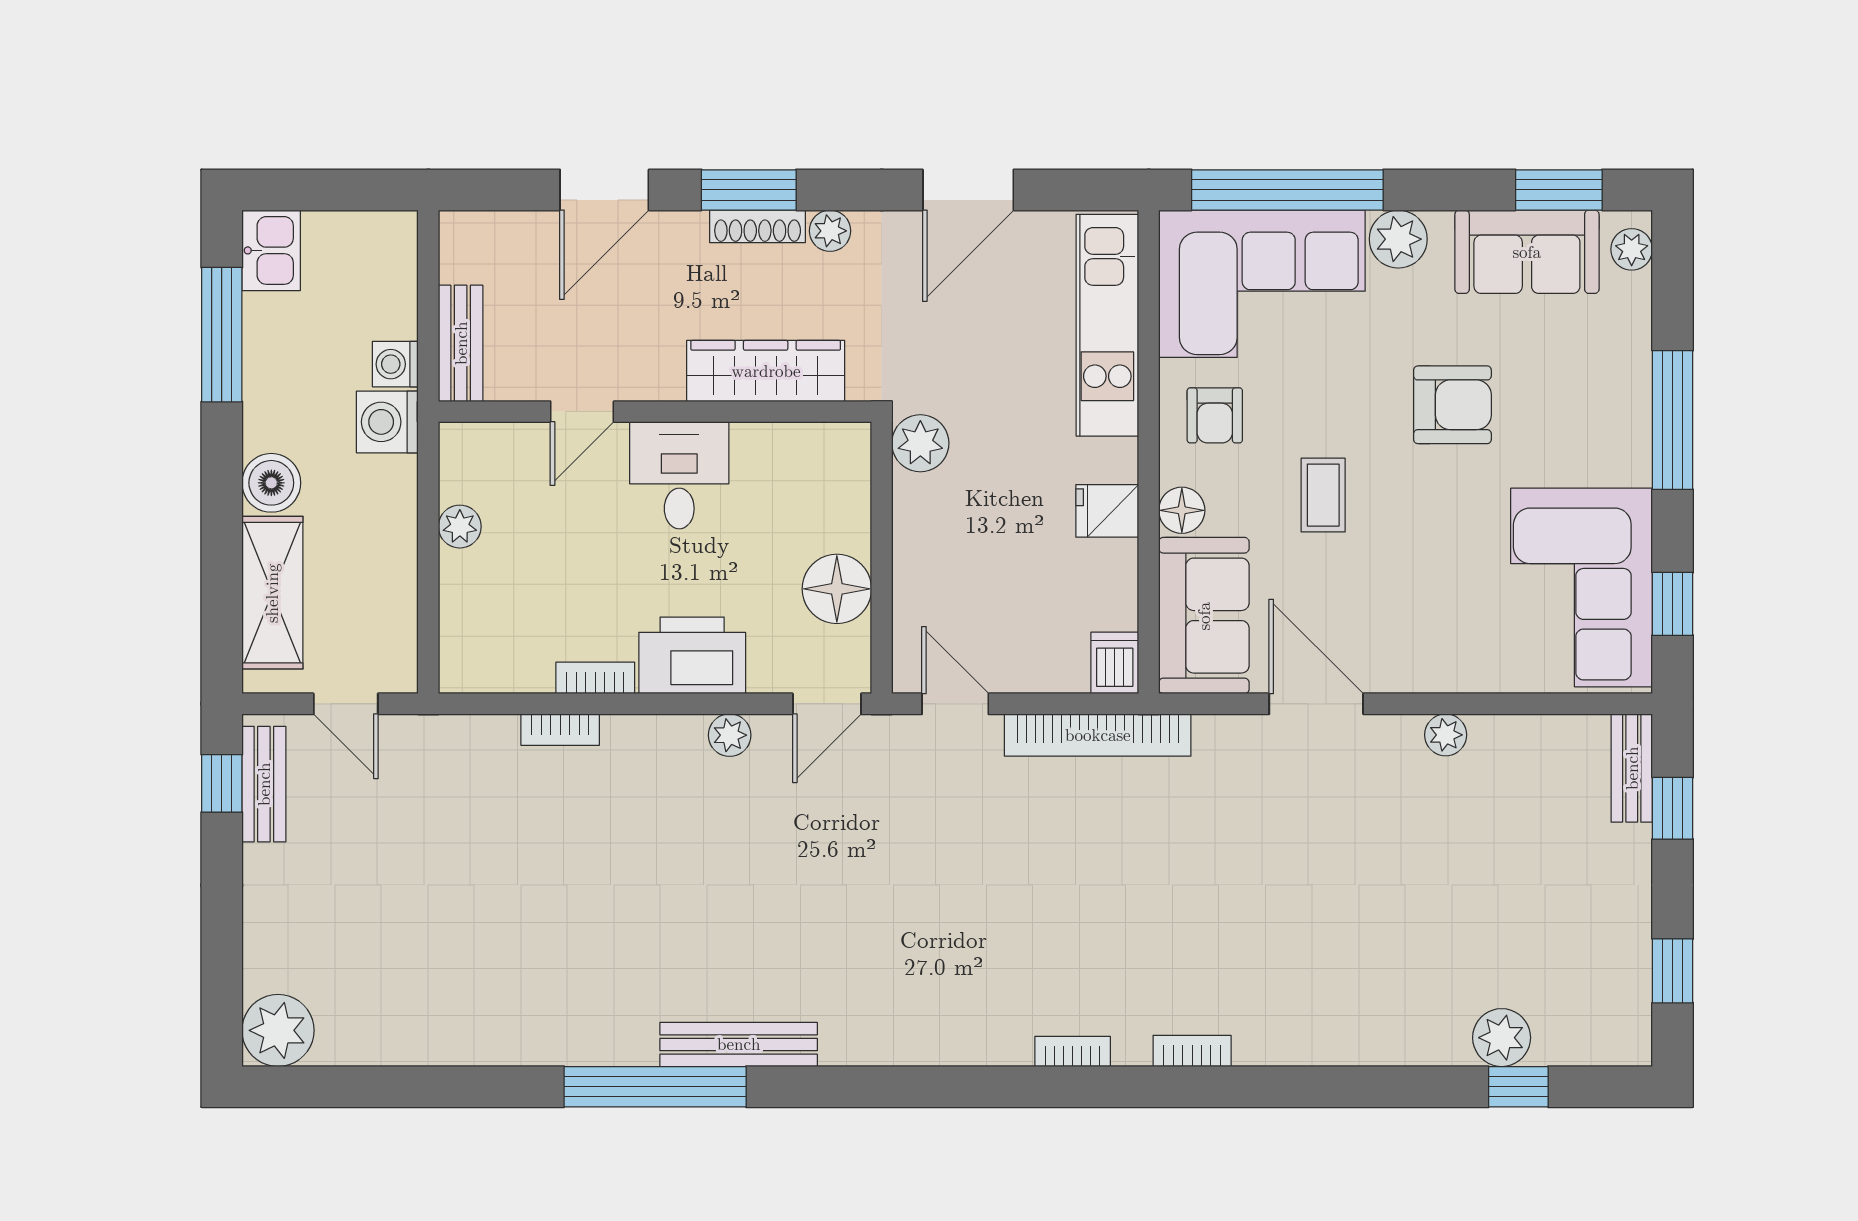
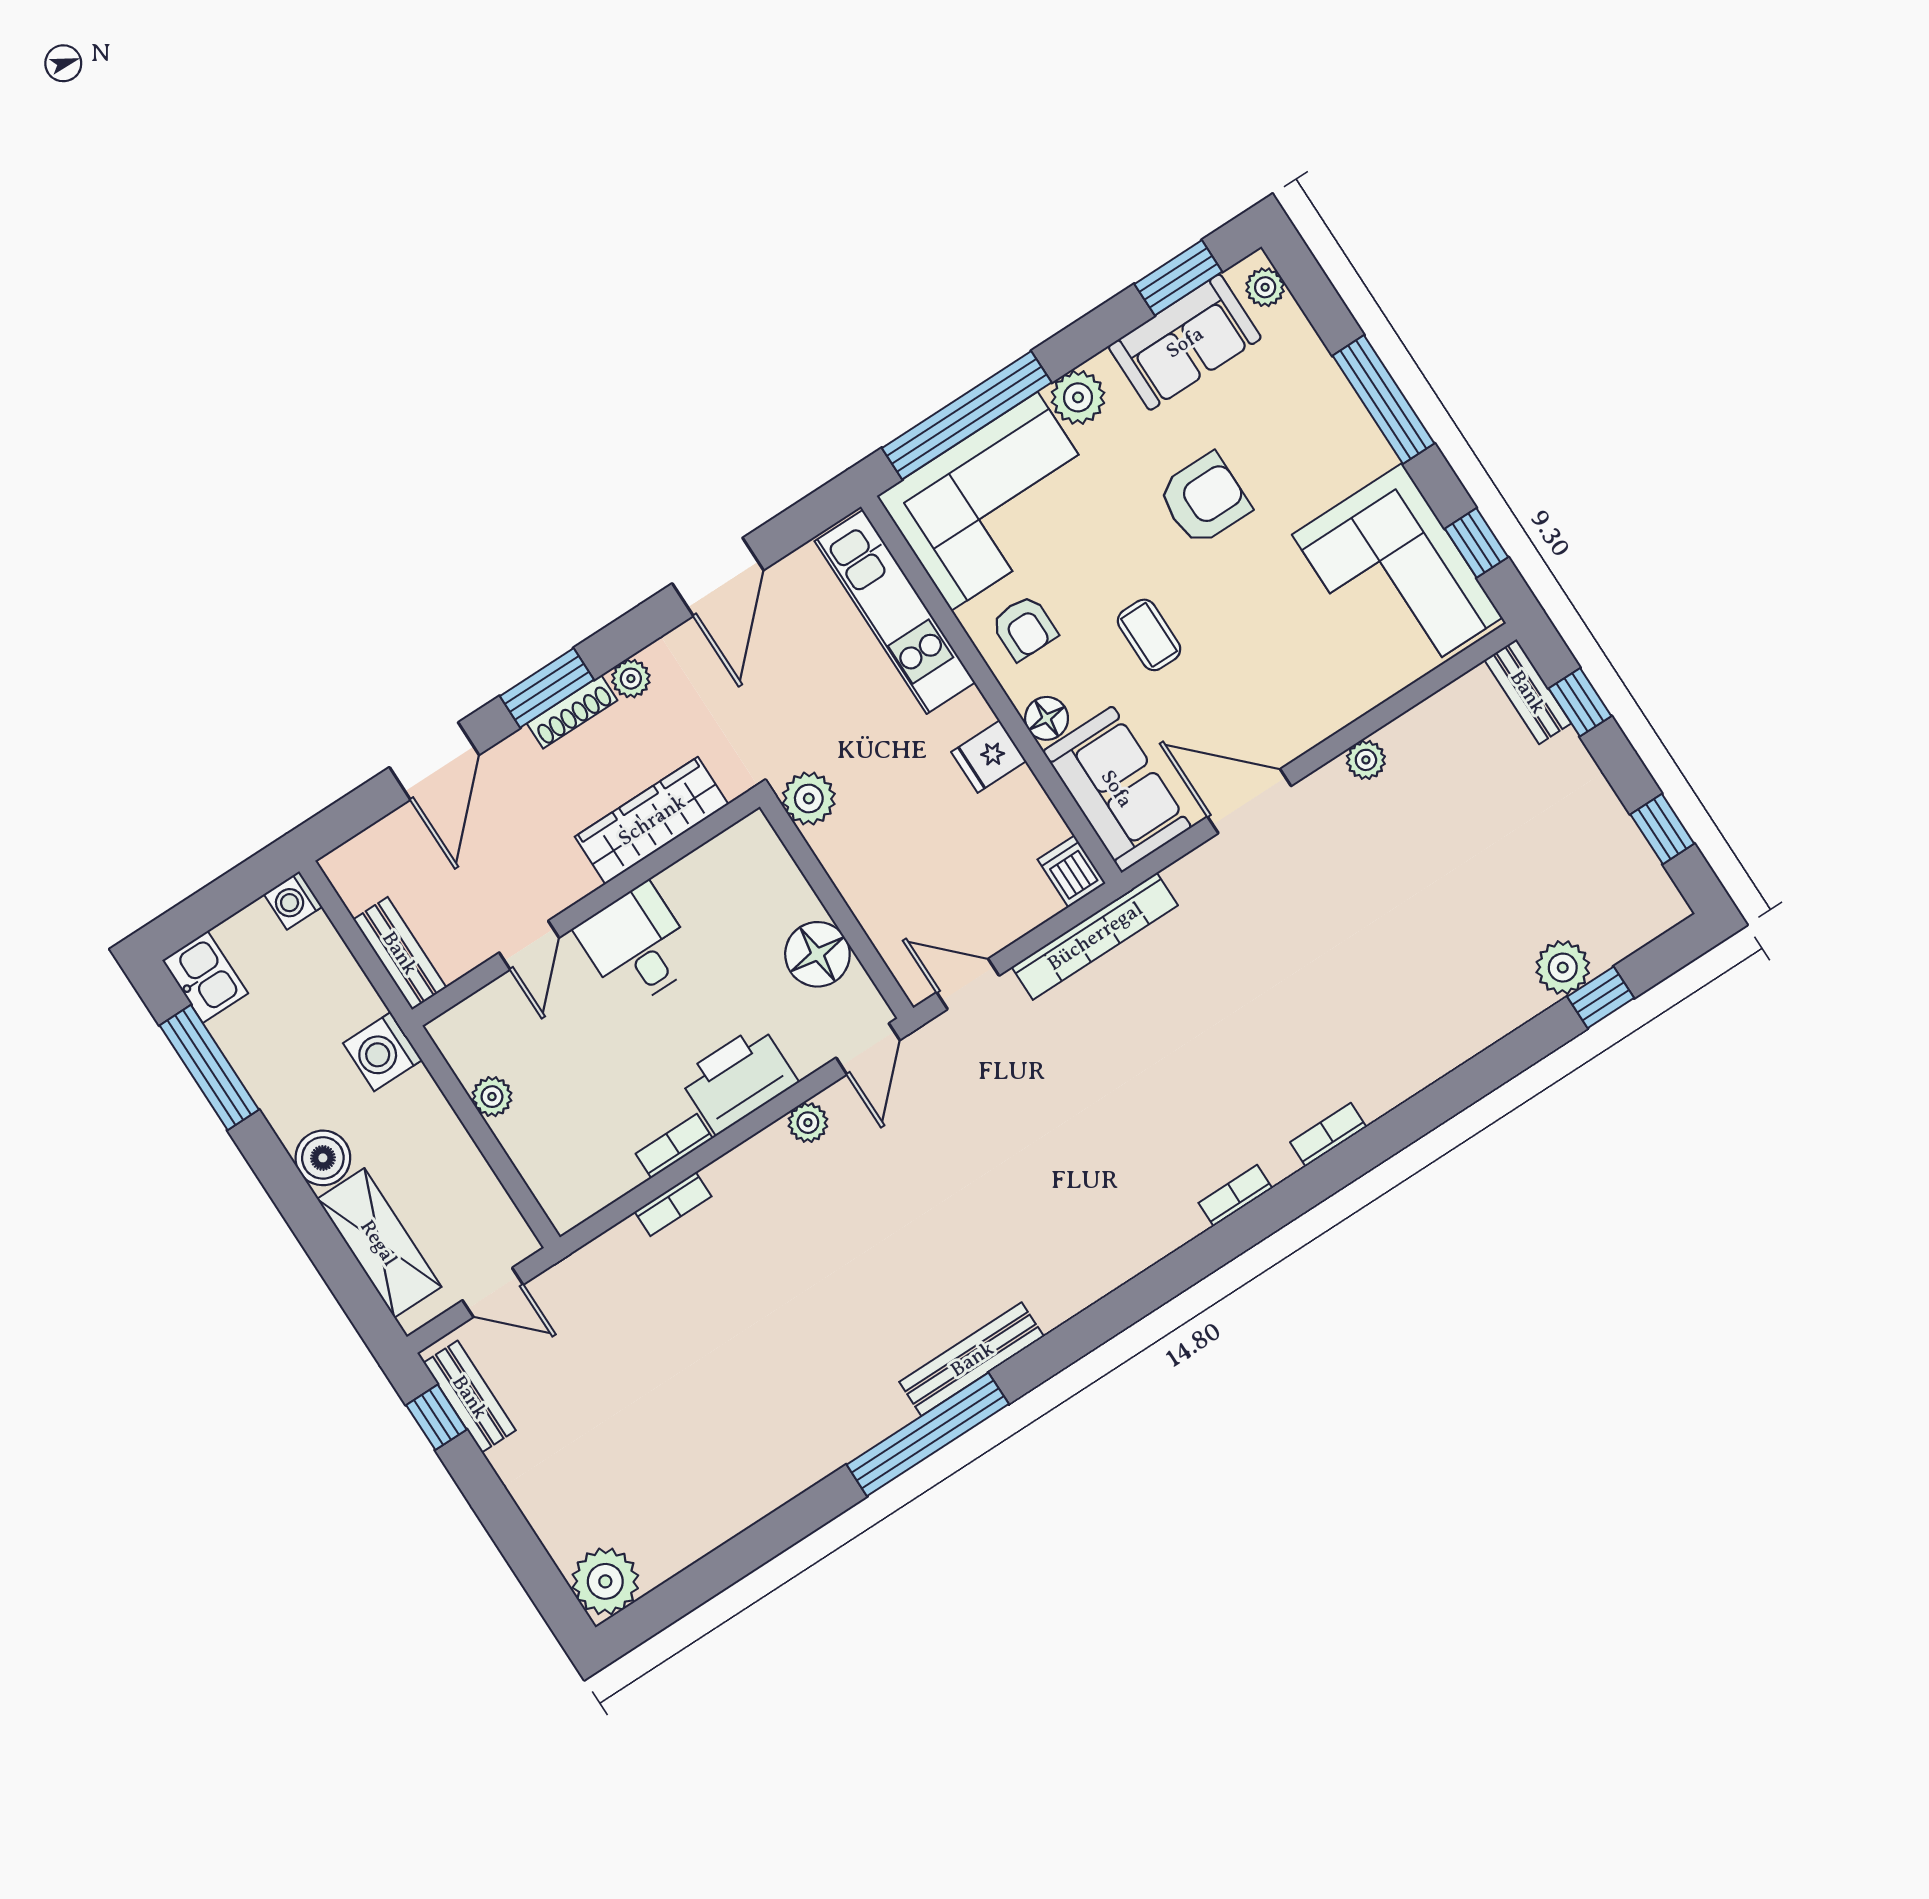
washing machine: (395, 364) -> (293, 900), moved

